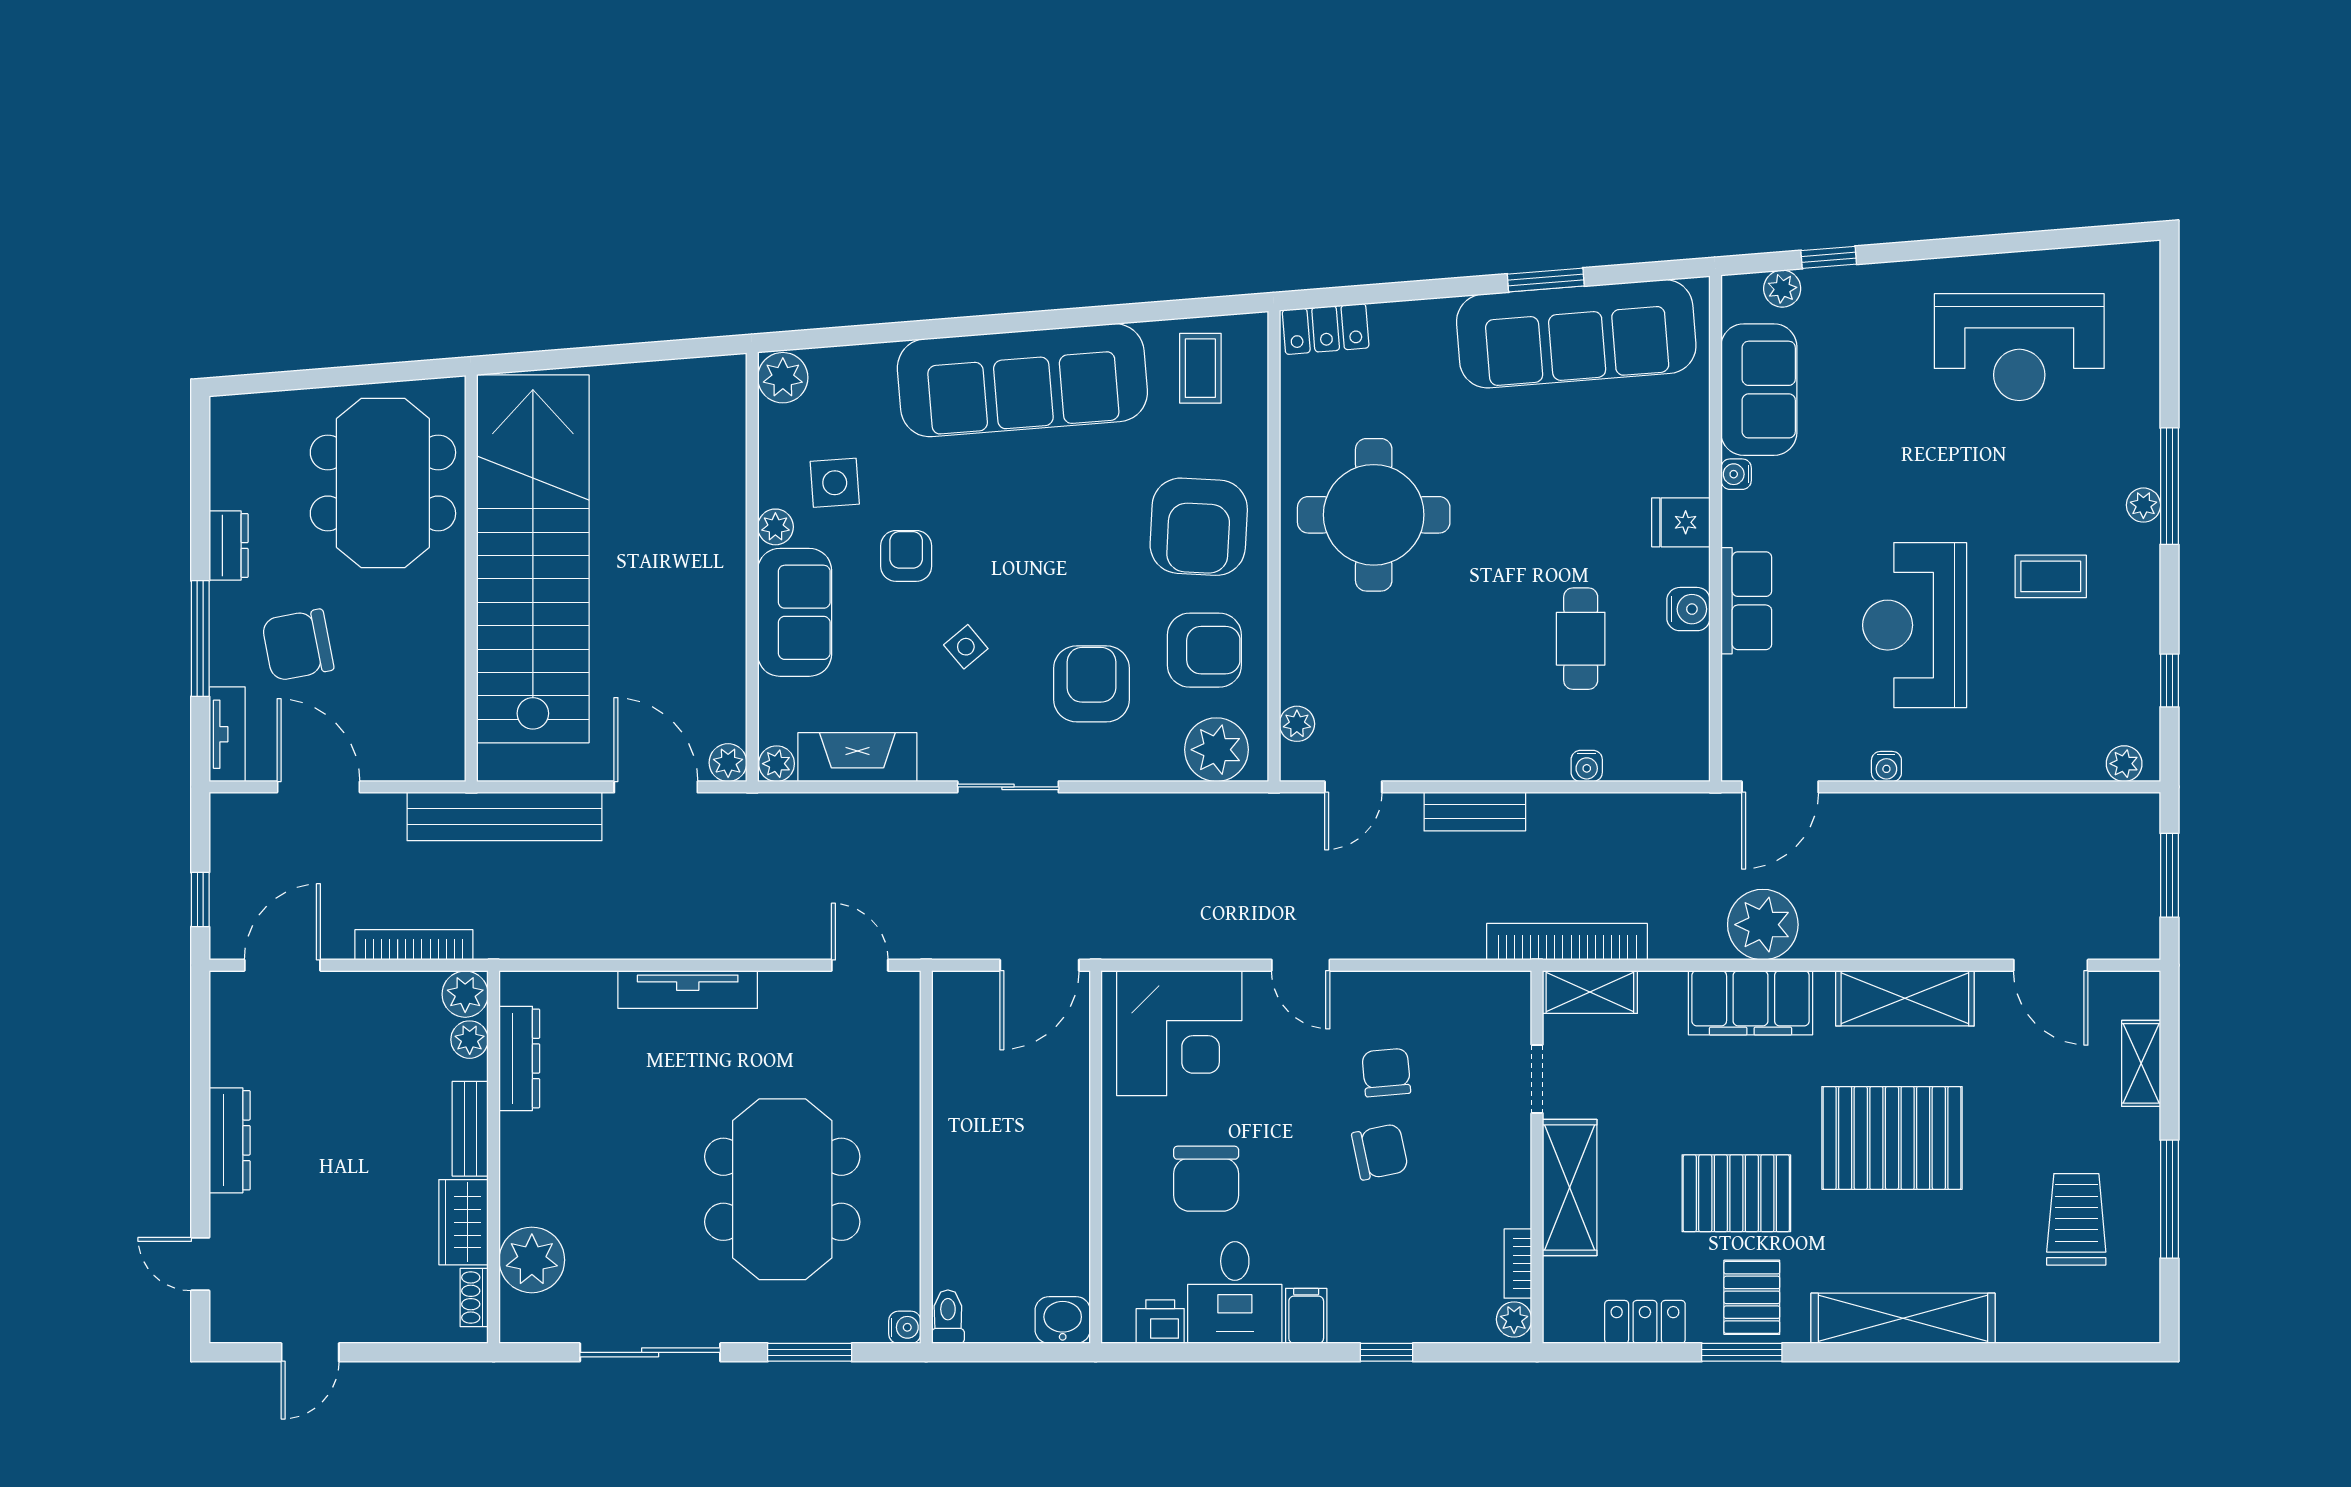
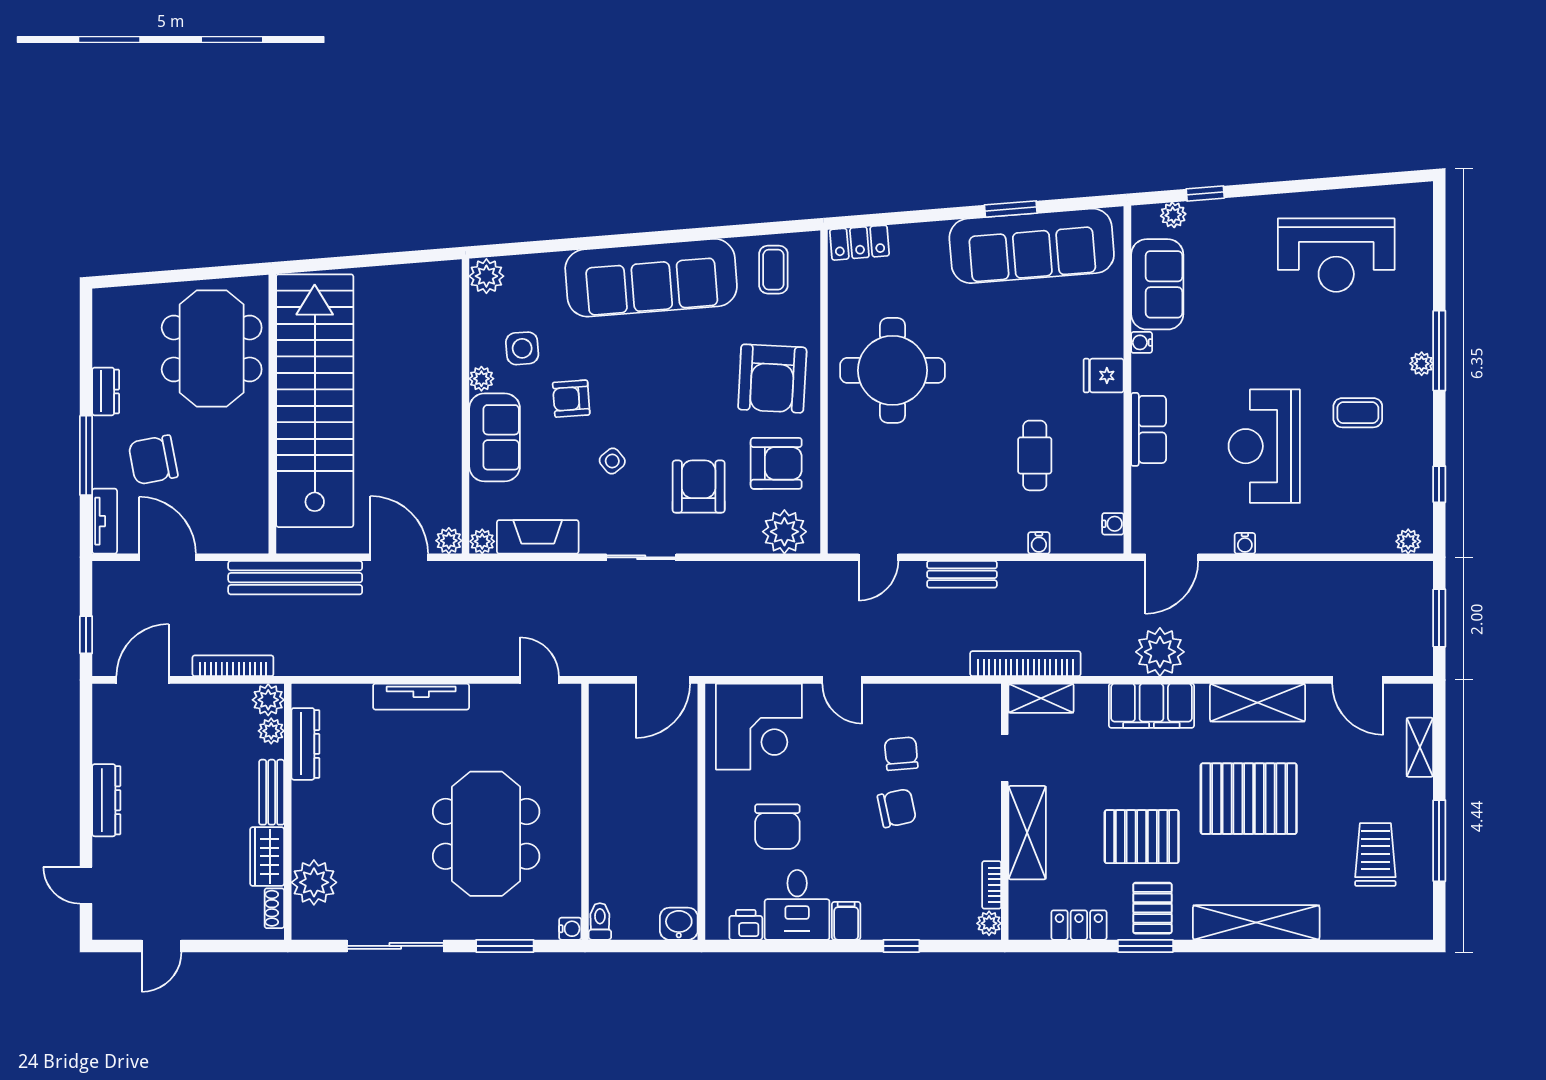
armchair: (906, 556) -> (571, 399), turned -94
water cooler: (1688, 609) -> (1113, 524), moved, width x0.72, depth x0.72
plant: (1297, 724) -> (840, 514), removed

